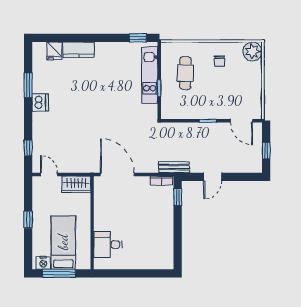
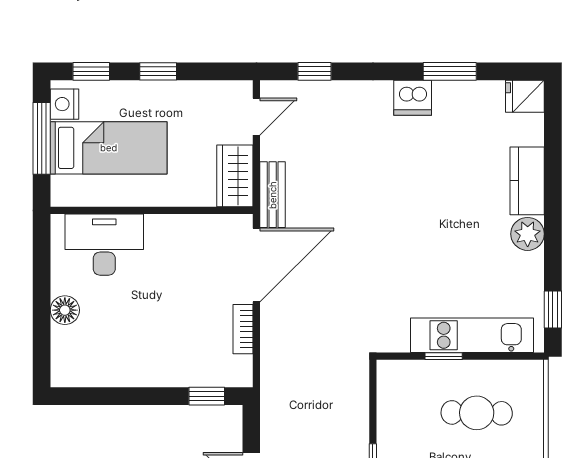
plant: (103, 50) -> (528, 234), added
fridge: (54, 51) -> (525, 96), moved
bench: (174, 167) -> (273, 195), moved
bookcase: (162, 181) -> (243, 329), moved
desk: (108, 244) -> (104, 245), width x1.37
window: (28, 250) -> (91, 71), added
floor lamp: (138, 263) -> (65, 310), added

